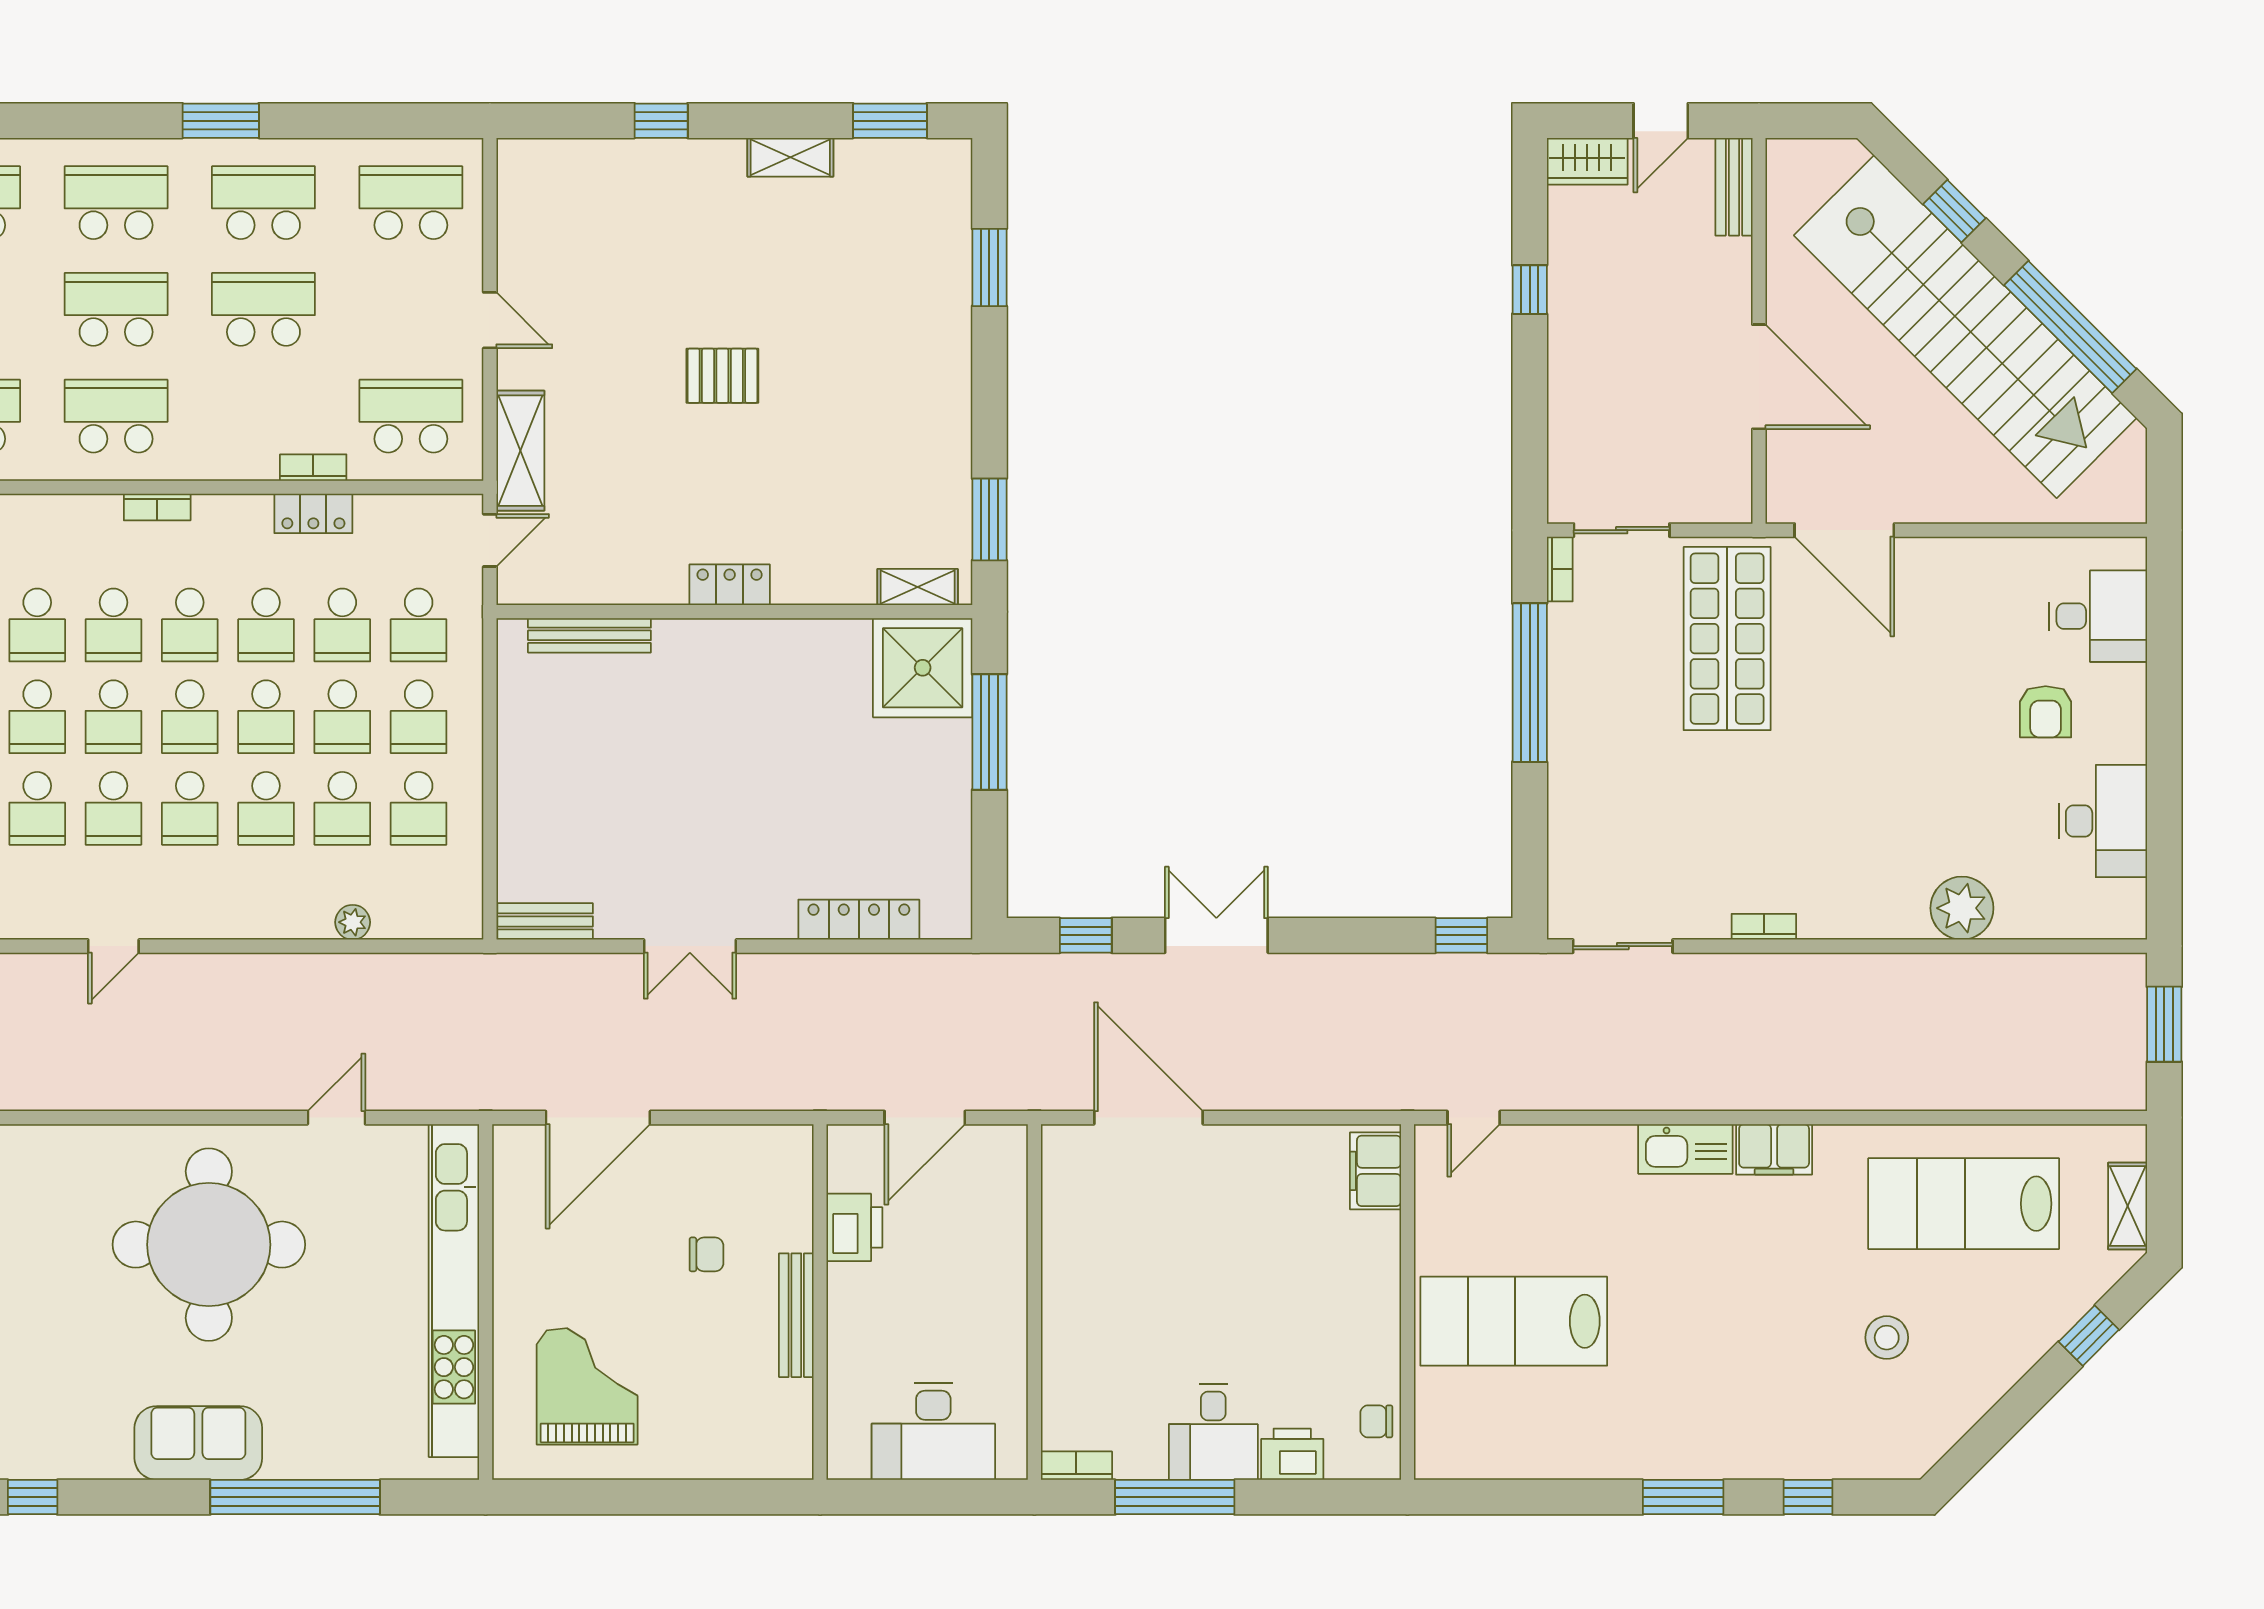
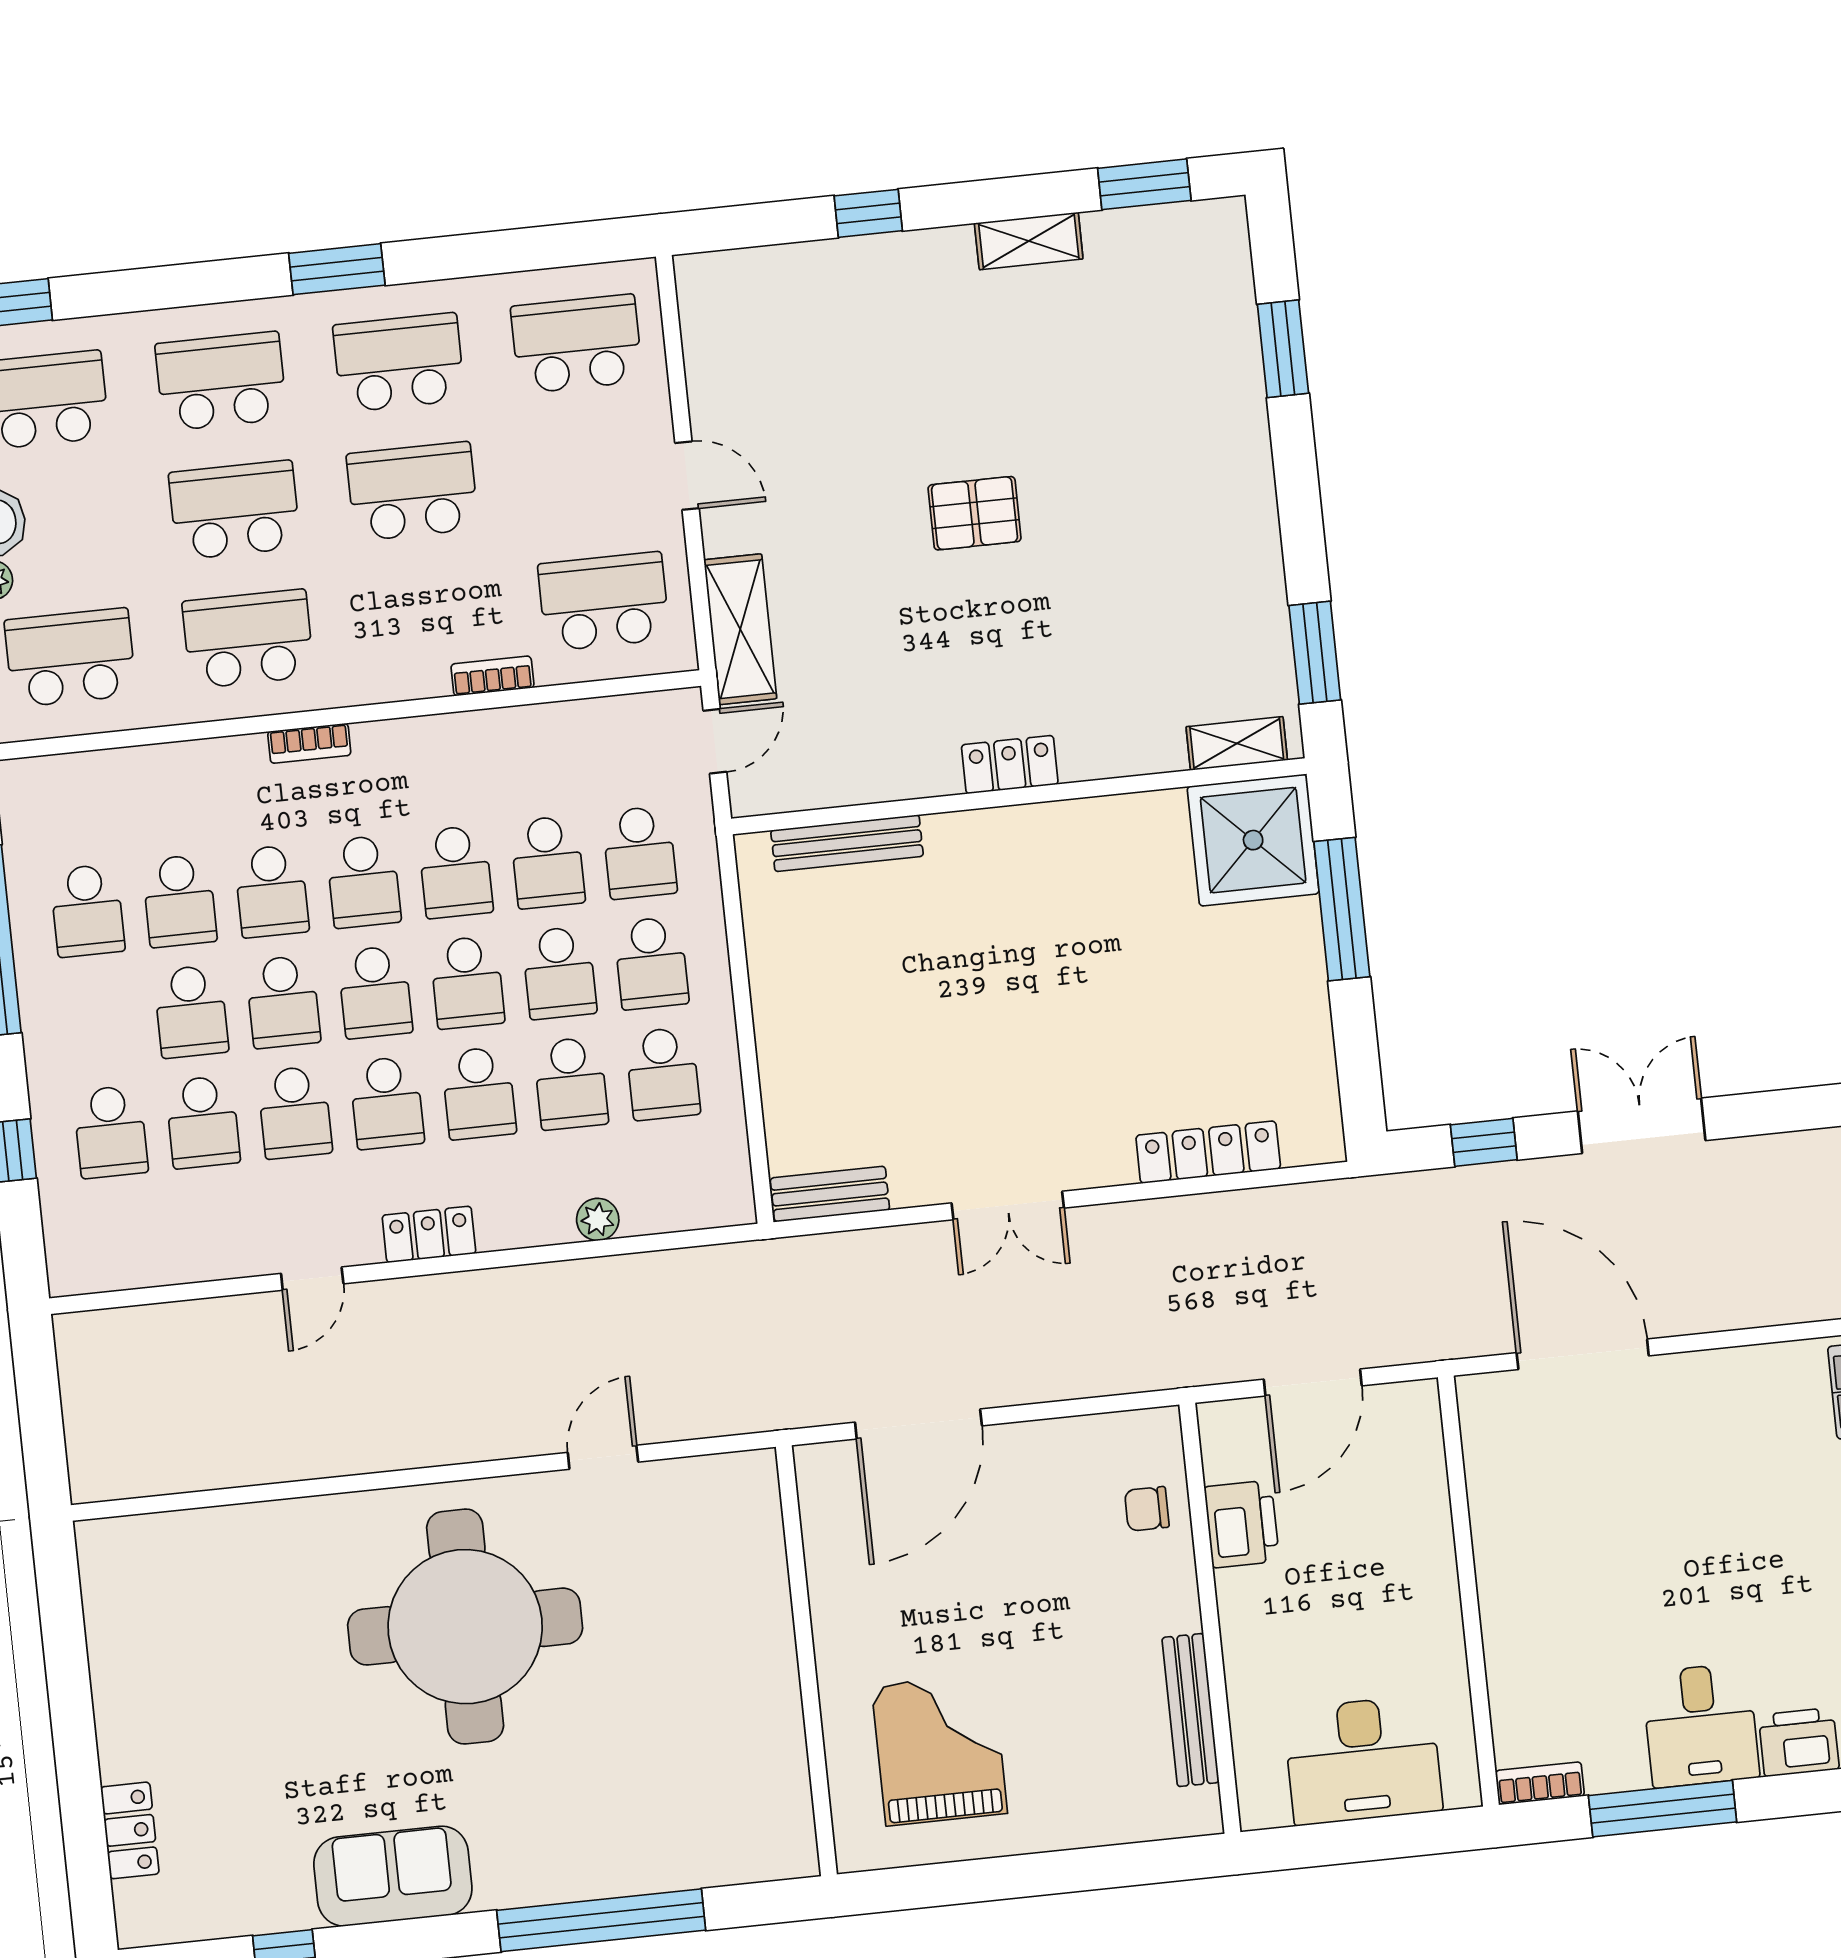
locker: (313, 513) -> (429, 1234), moved, turned 180
chair: (706, 1254) -> (1147, 1509), moved, turned 180
kitchen unit: (454, 1291) -> (767, 1651), removed
bench: (796, 1315) -> (1190, 1710), moved
sofa: (198, 1443) -> (393, 1876), moved

